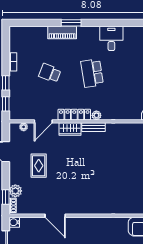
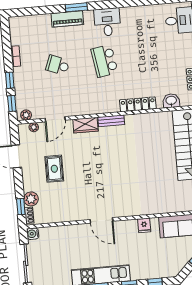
desk: (111, 38) -> (107, 22), moved
locker: (74, 115) -> (138, 104), moved
plant: (96, 115) -> (26, 115), moved
door: (55, 216) -> (101, 220), moved
fridge: (115, 223) -> (144, 225), added

